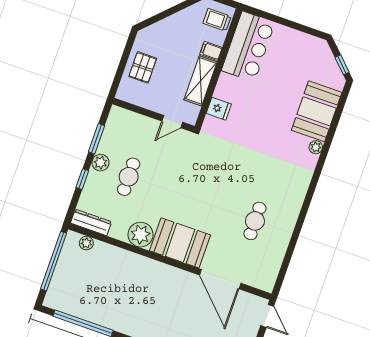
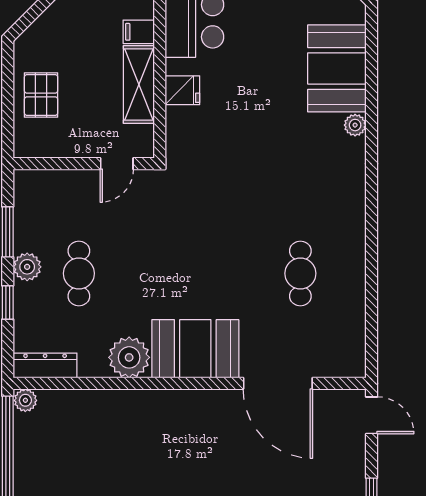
fridge: (219, 109) -> (182, 90), moved
plant: (86, 243) -> (25, 400), moved

